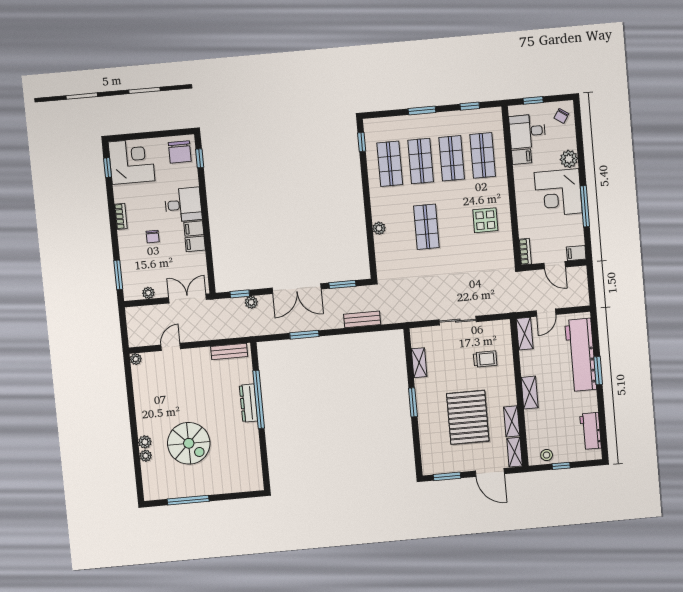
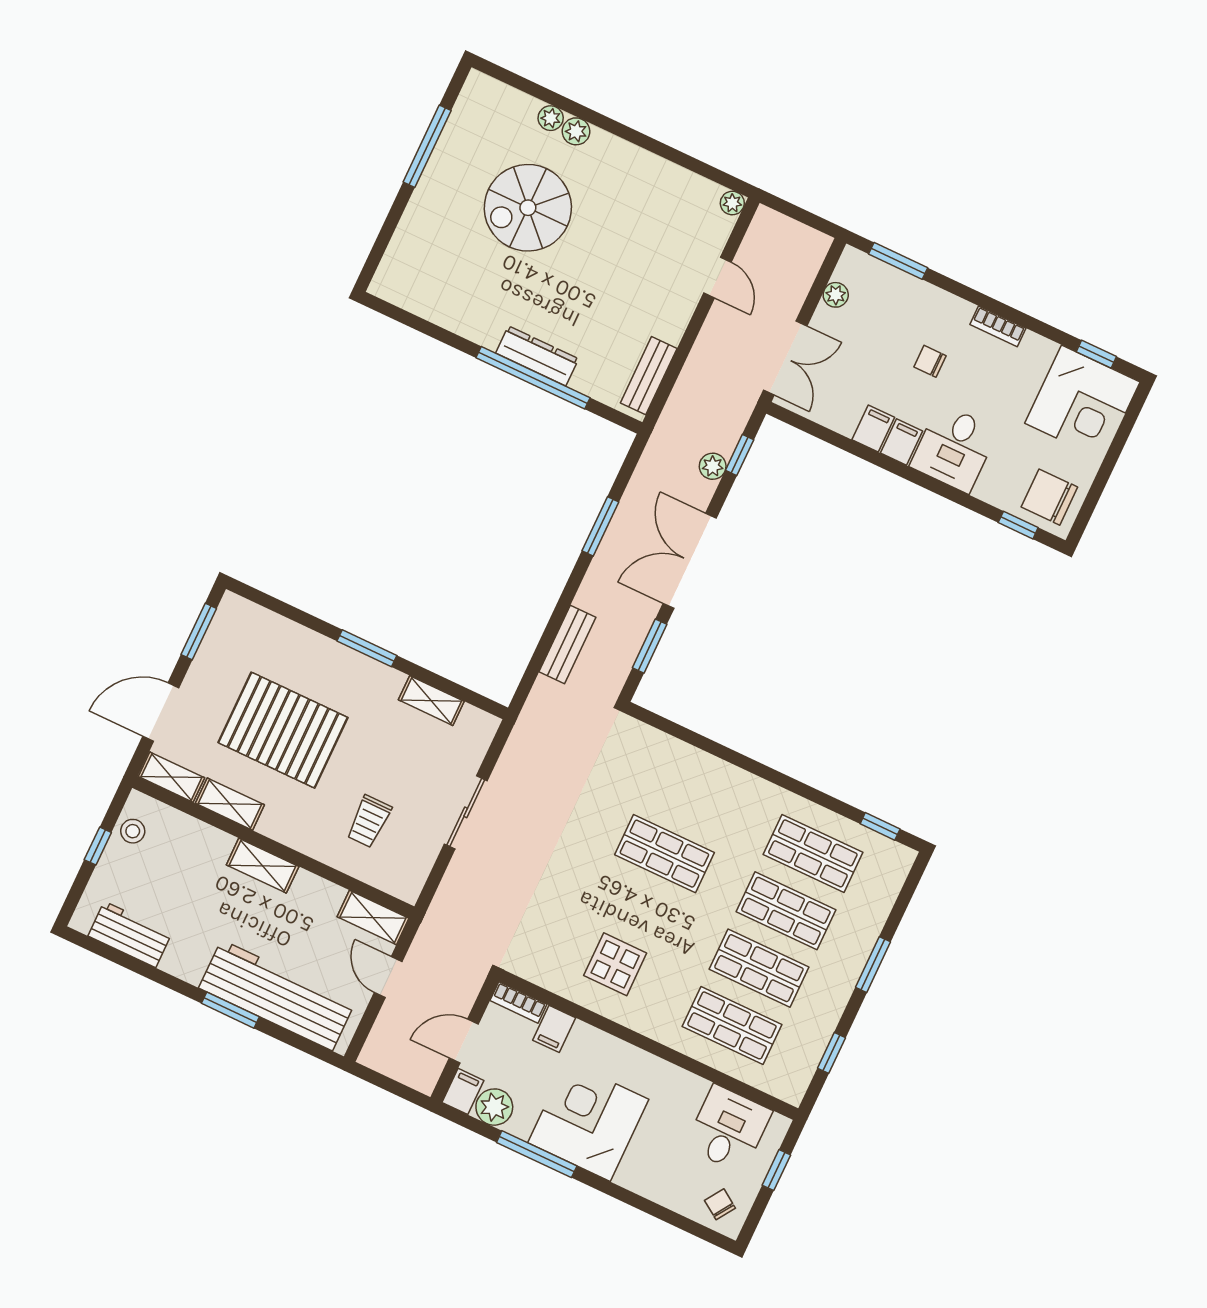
filing cabinet: (521, 157) -> (554, 1029), moved
plant: (569, 159) -> (494, 1107), moved
plant: (379, 228) -> (711, 768), removed

